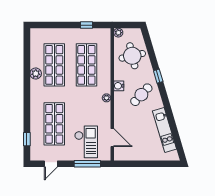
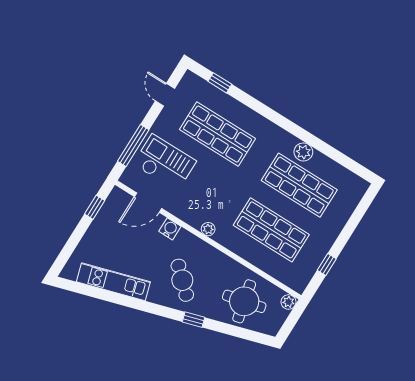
water cooler: (119, 86) -> (170, 229), moved
checkout: (86, 142) -> (165, 163), turned 180
window: (132, 164) -> (95, 207), added

